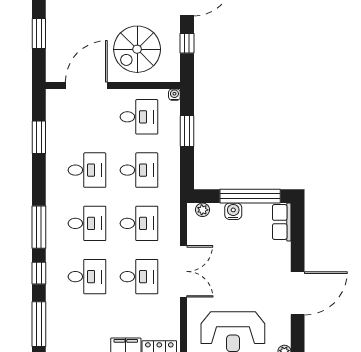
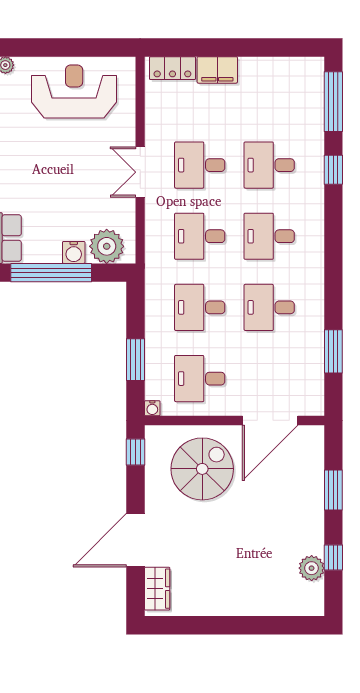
window: (187, 43) -> (136, 452), moved
plant: (203, 210) -> (107, 246), width x1.87, depth x1.87
window: (39, 227) -> (333, 231), removed
double door: (184, 271) -> (140, 172), width x0.73

